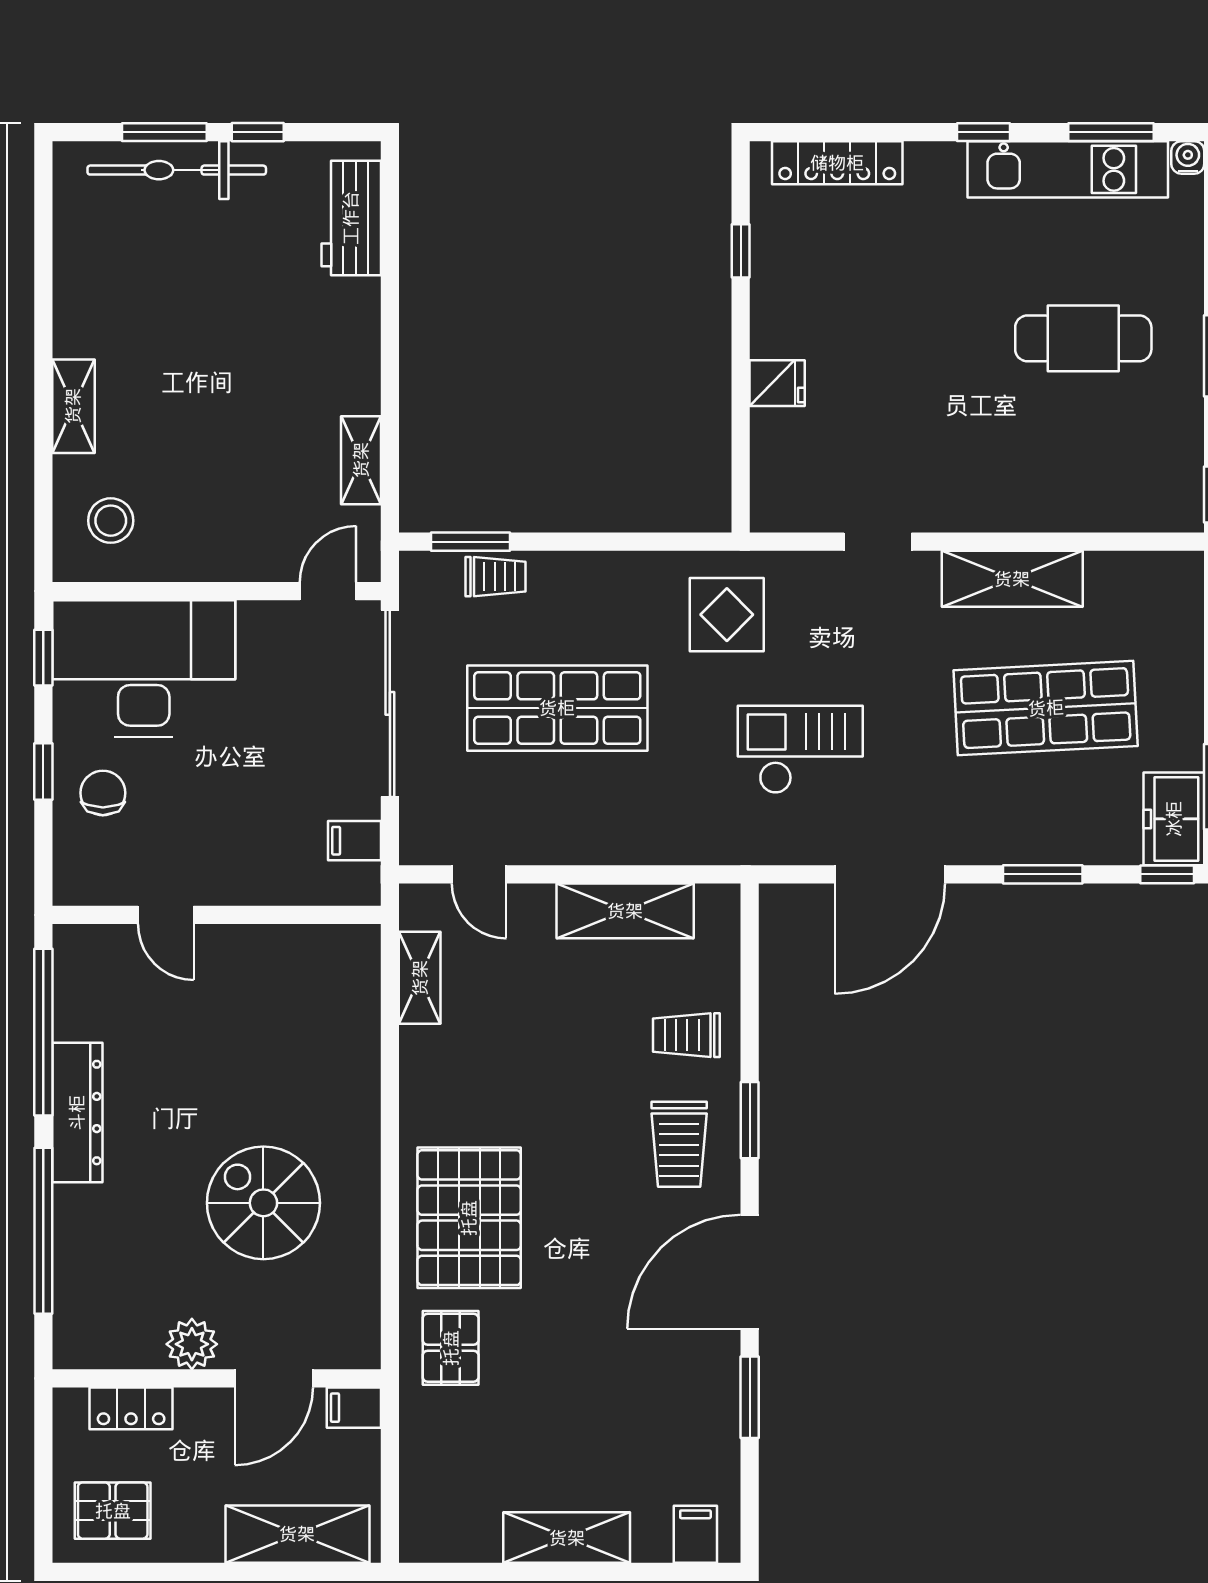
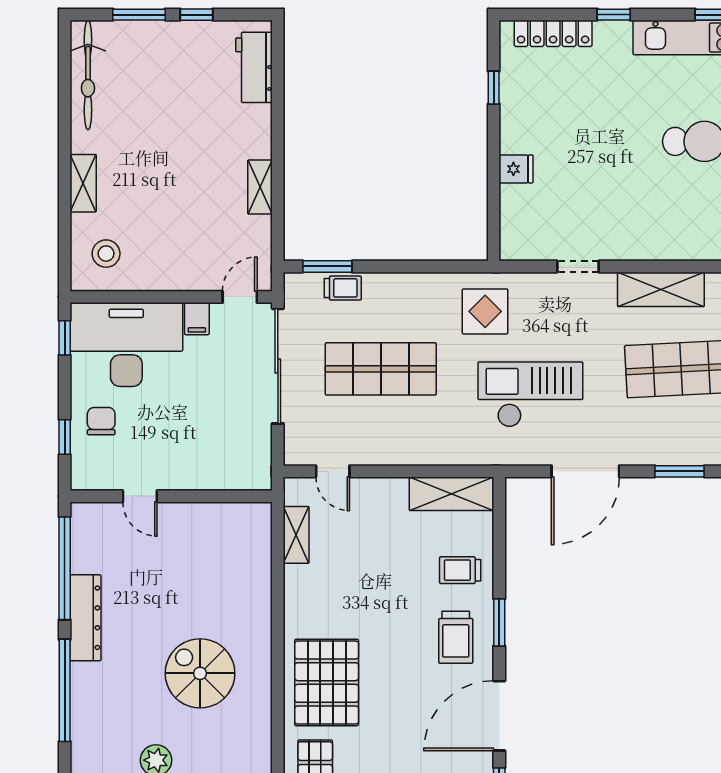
window: (983, 132) -> (614, 15), moved
bicycle: (177, 170) -> (88, 75), moved, turned -90
shelving: (361, 460) -> (260, 187), moved
checkout: (800, 750) -> (530, 394), width x1.36, depth x1.21
window: (43, 771) -> (65, 437), moved
filing cabinet: (355, 841) -> (197, 319), moved, turned -90
shelving: (625, 911) -> (452, 494), moved

